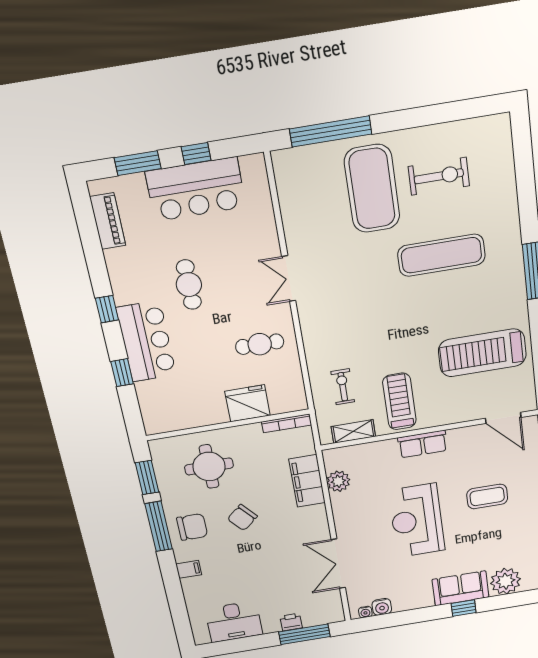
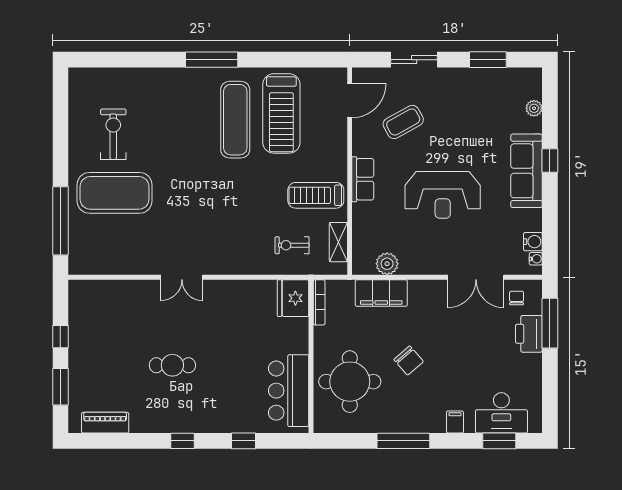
bar counter: (196, 189) -> (90, 343), removed
exercise mat: (441, 255) -> (235, 120), moved
bar counter: (146, 341) -> (289, 391), moved, turned -90
cafe table: (260, 344) -> (238, 313), removed
fridge: (248, 403) -> (293, 298), moved
round table: (209, 466) -> (350, 382), width x1.36, depth x1.36
window: (147, 477) -> (499, 441), moved
coffee table: (487, 496) -> (403, 122), moved, turned 61
chair: (192, 527) -> (517, 298), moved, width x0.54, depth x0.54
plant: (506, 581) -> (534, 108), width x0.53, depth x0.53
sofa: (460, 588) -> (526, 171), width x1.36
desk: (234, 622) -> (501, 413), moved, turned 90
printer: (291, 622) -> (529, 334), width x1.87, depth x1.48

